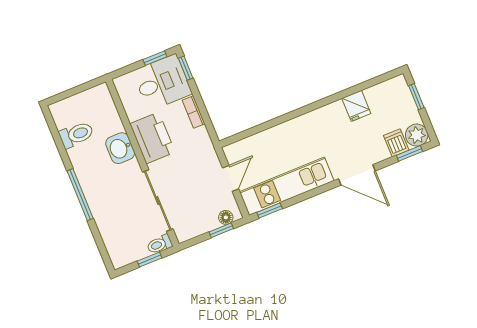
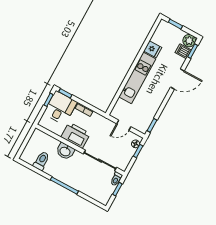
door: (231, 178) -> (124, 125), swing flipped
kitchen unit: (287, 186) -> (137, 78), moved, turned 180

